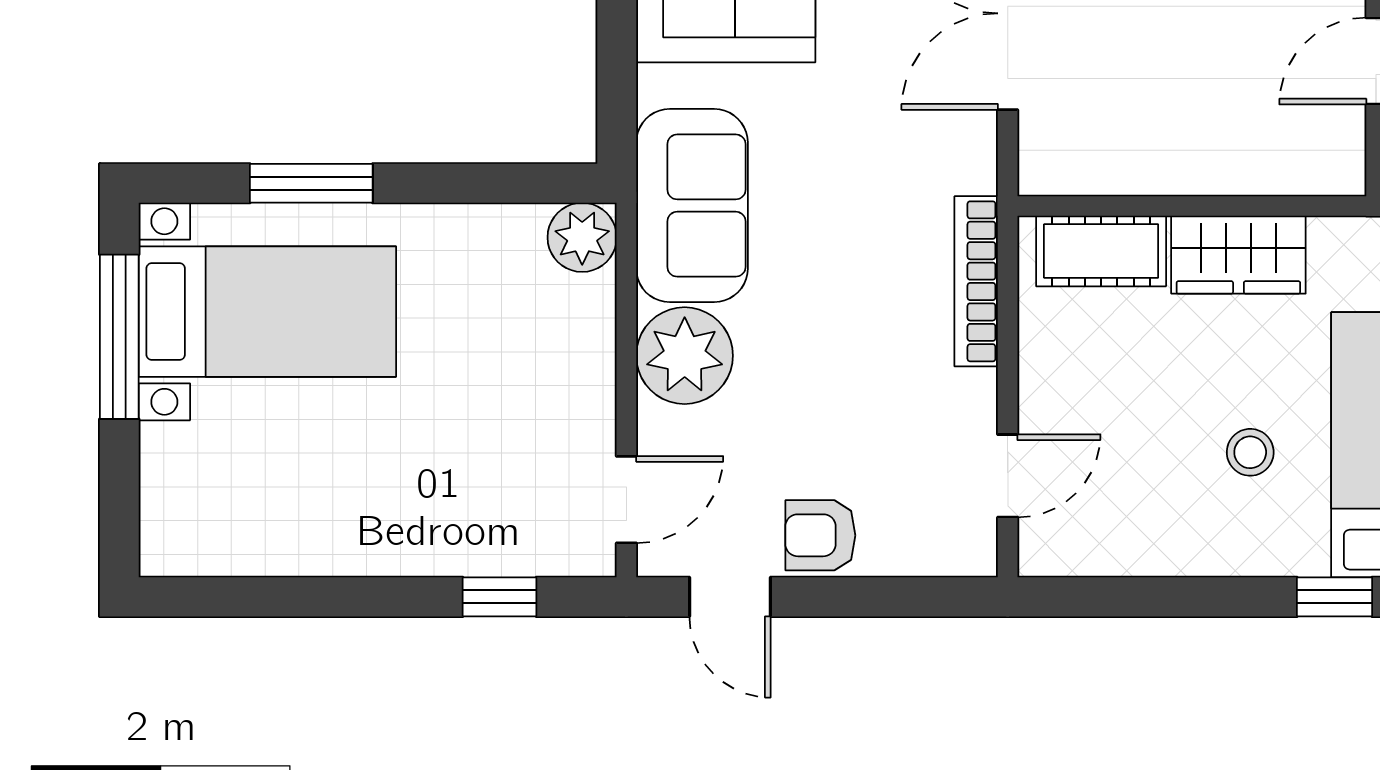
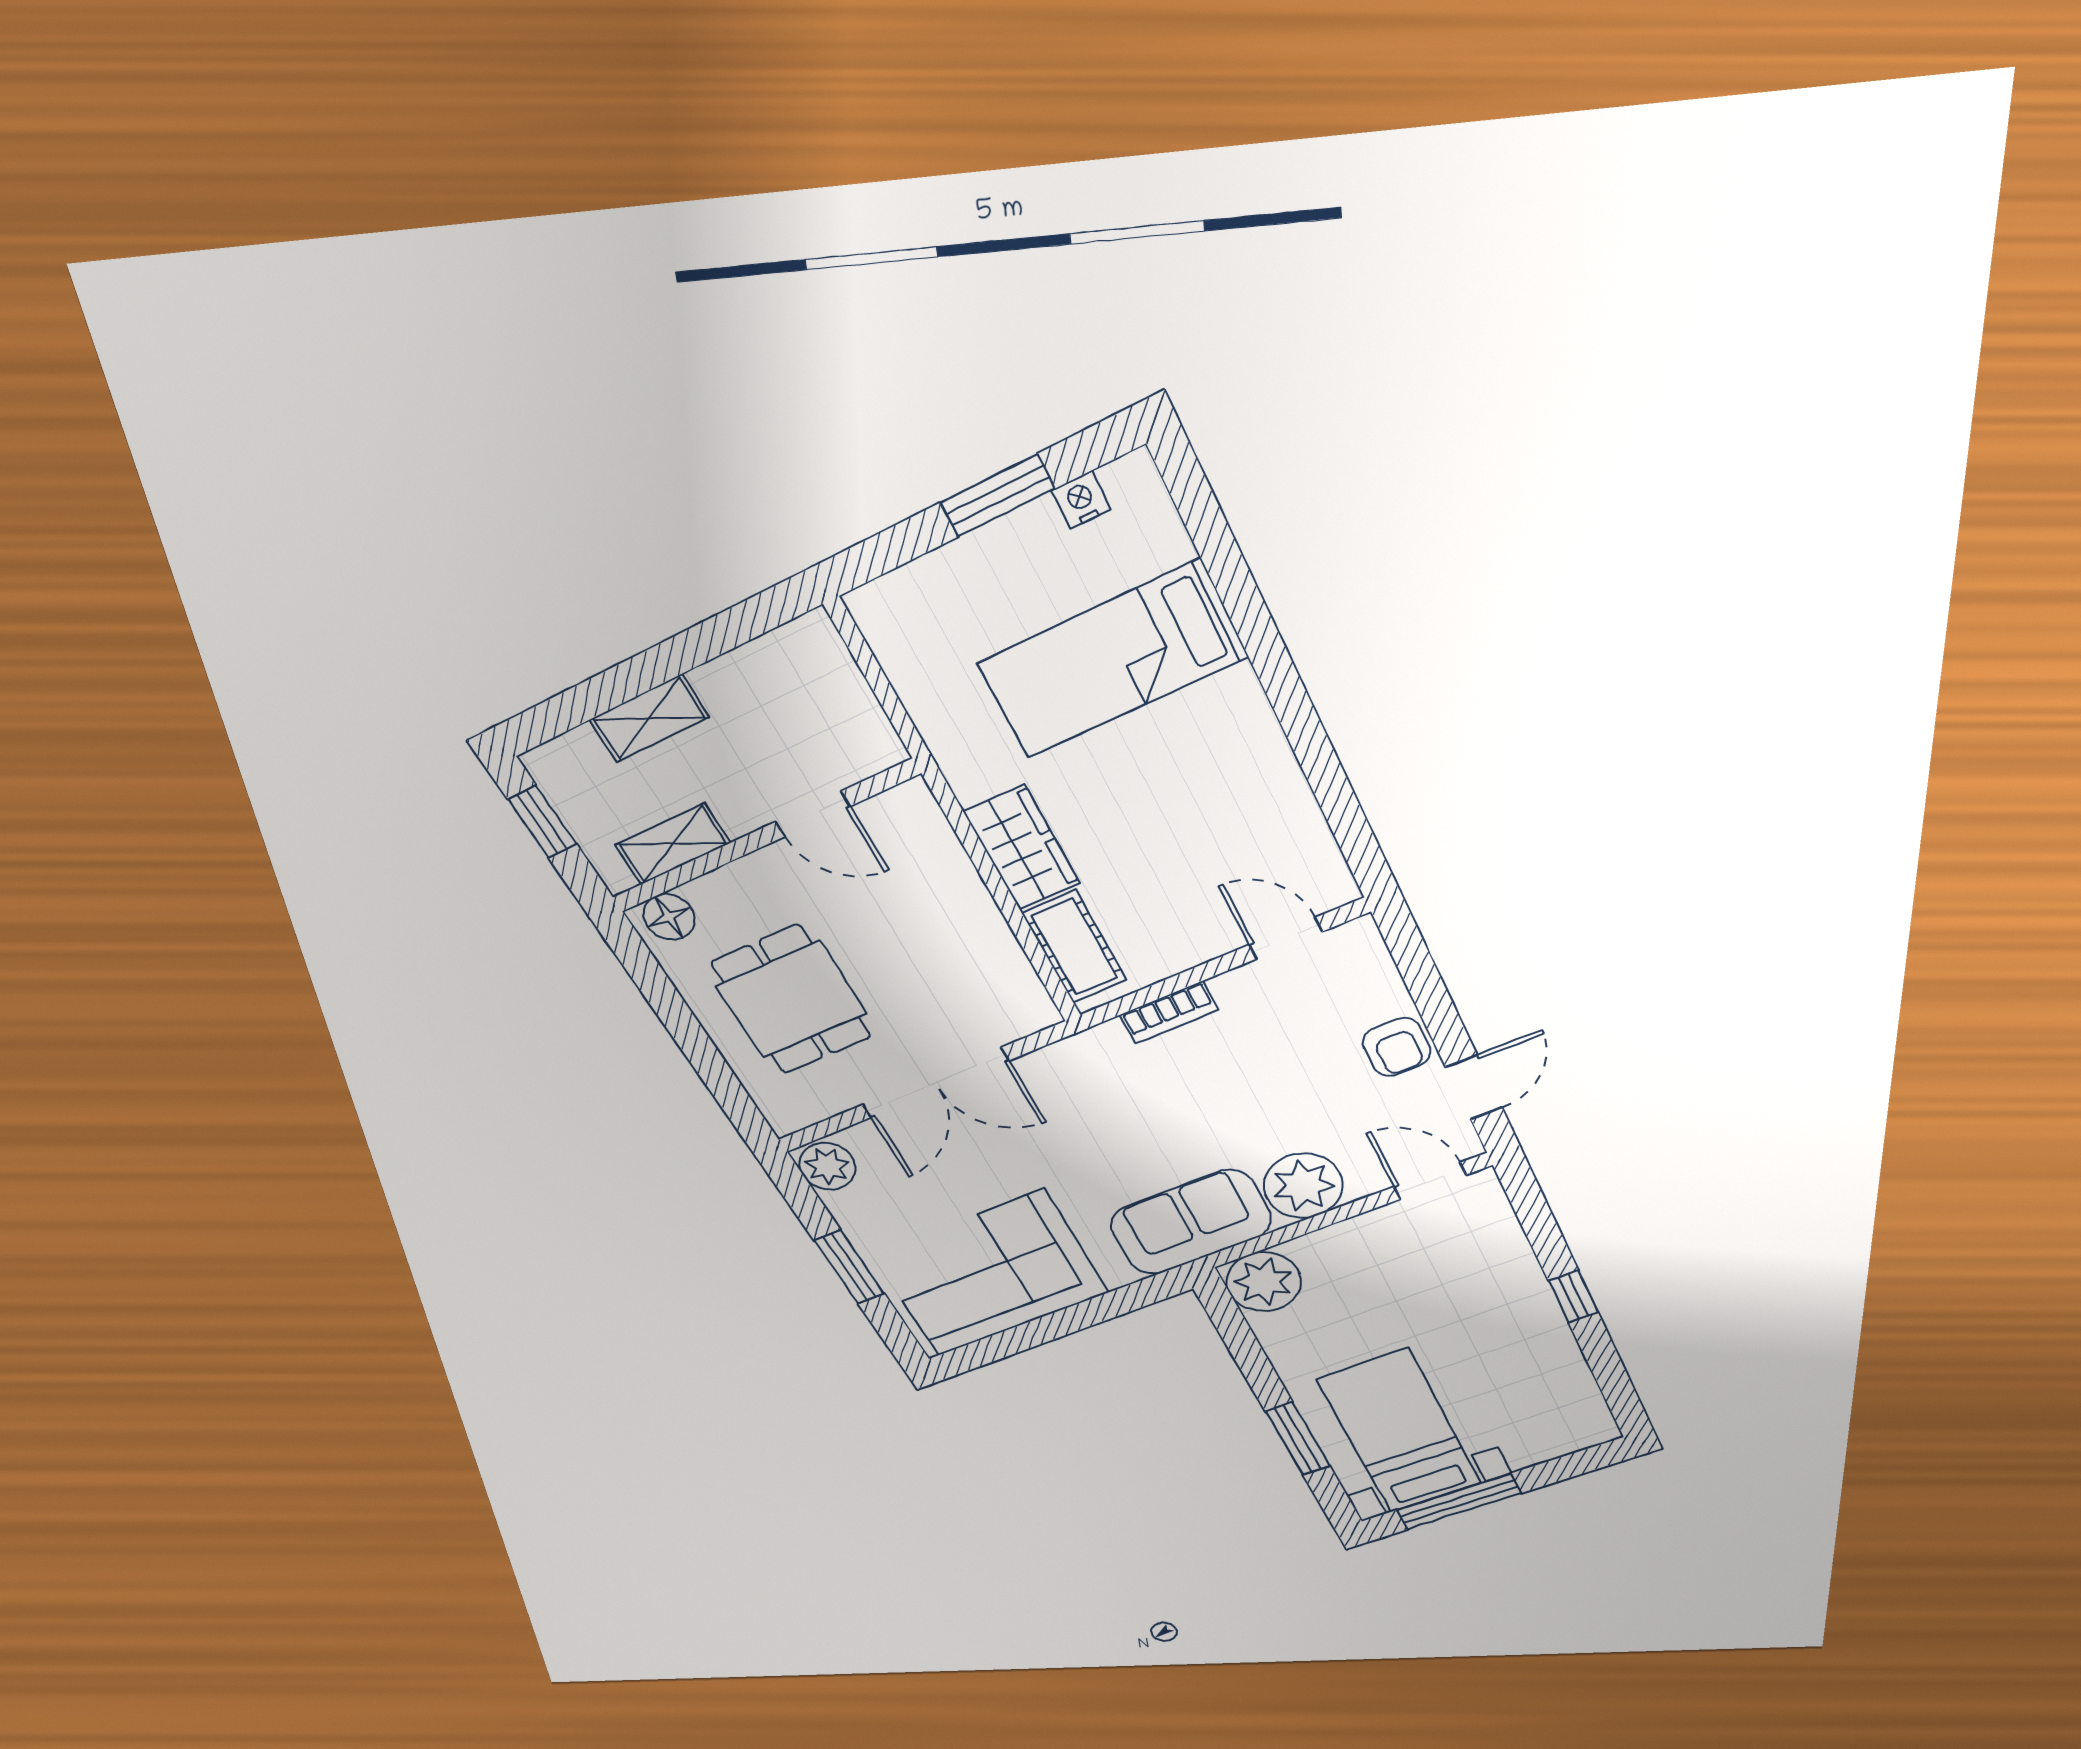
plant: (582, 237) -> (1264, 1282), width x1.36, depth x1.36
bookcase: (976, 281) -> (1169, 1013), width x0.64
stool: (1250, 452) -> (1176, 768), removed
window: (500, 597) -> (1573, 1297), moved
window: (1335, 597) -> (1264, 646), removed

